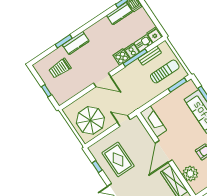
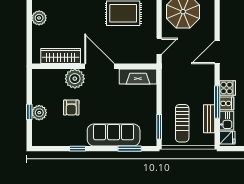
plant: (190, 174) -> (75, 79), moved

